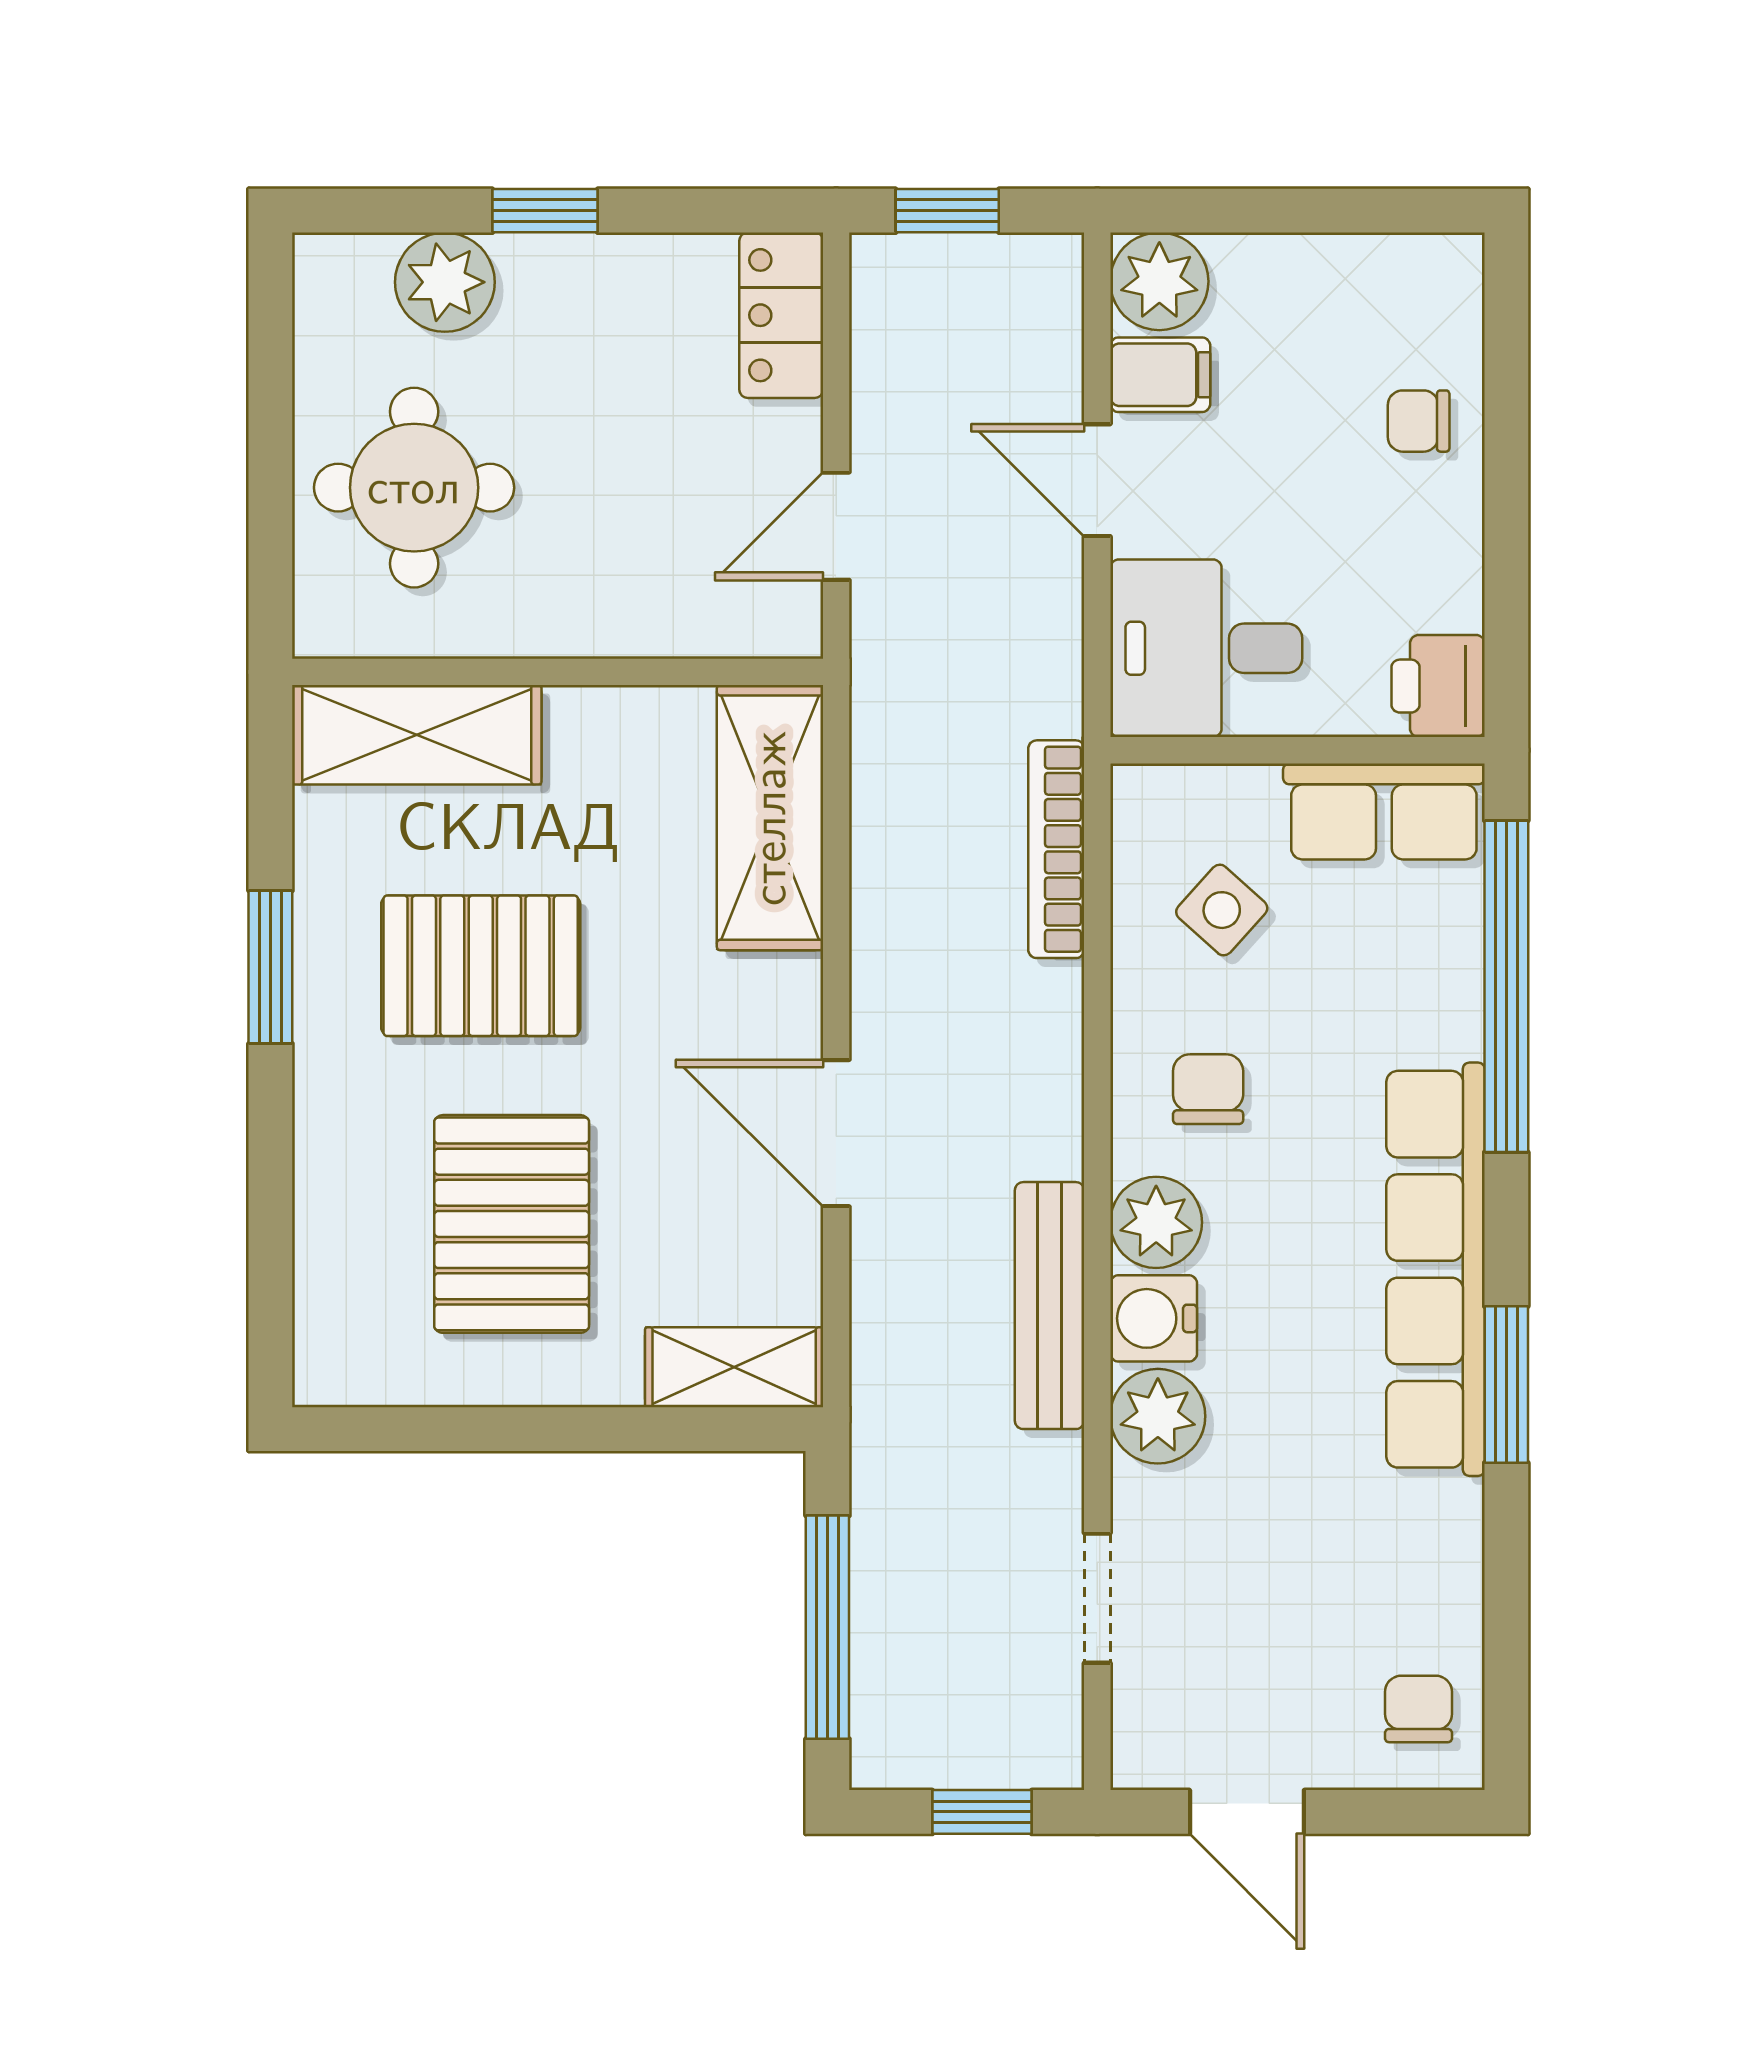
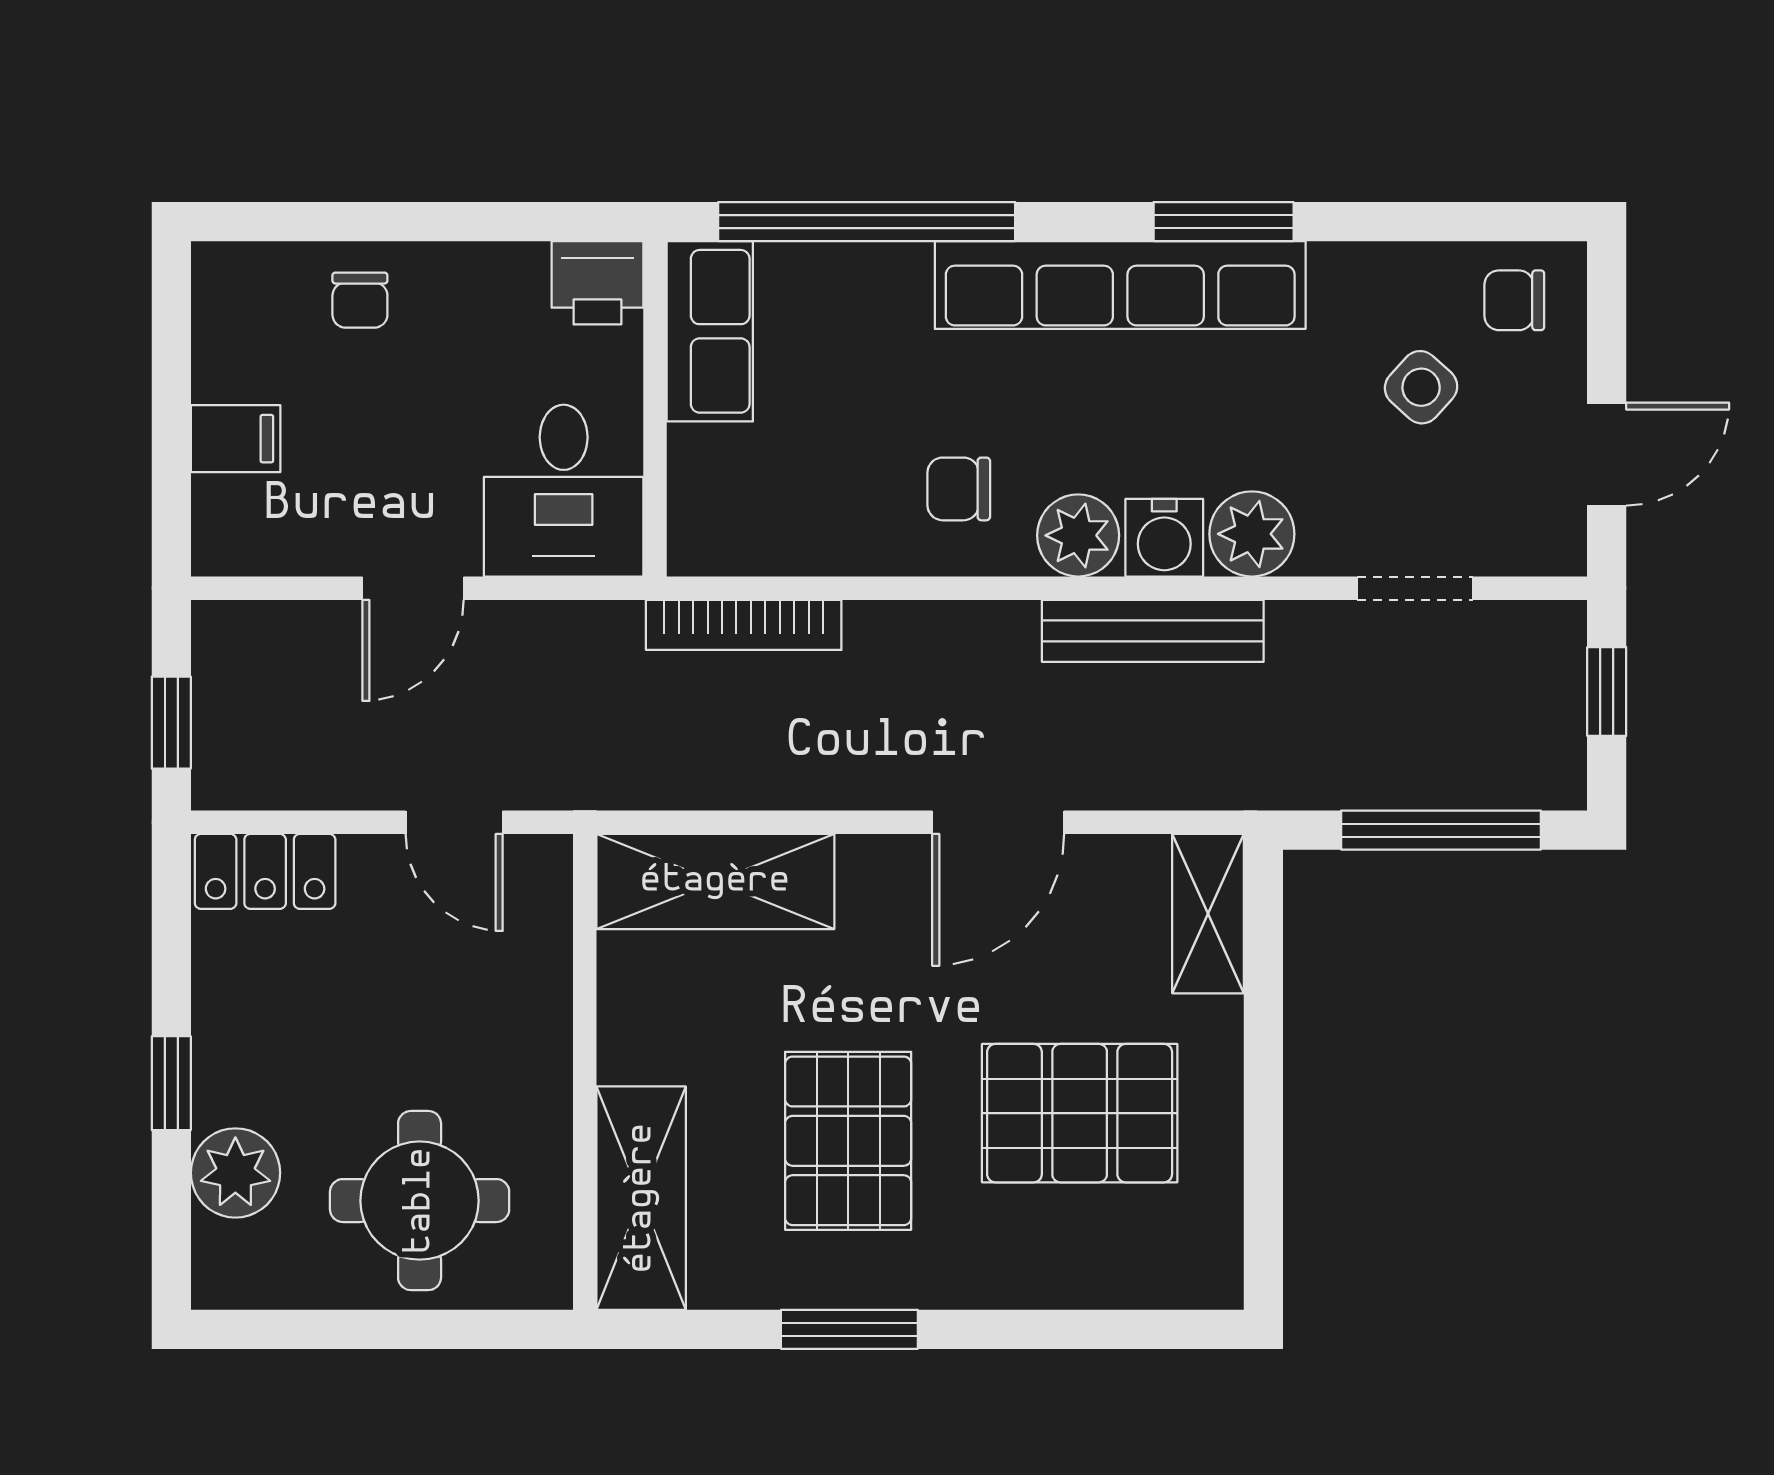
plant: (1159, 281) -> (235, 533), removed
filing cabinet: (1160, 375) -> (236, 439), moved, turned 90
side table: (1222, 910) -> (1421, 387), moved

